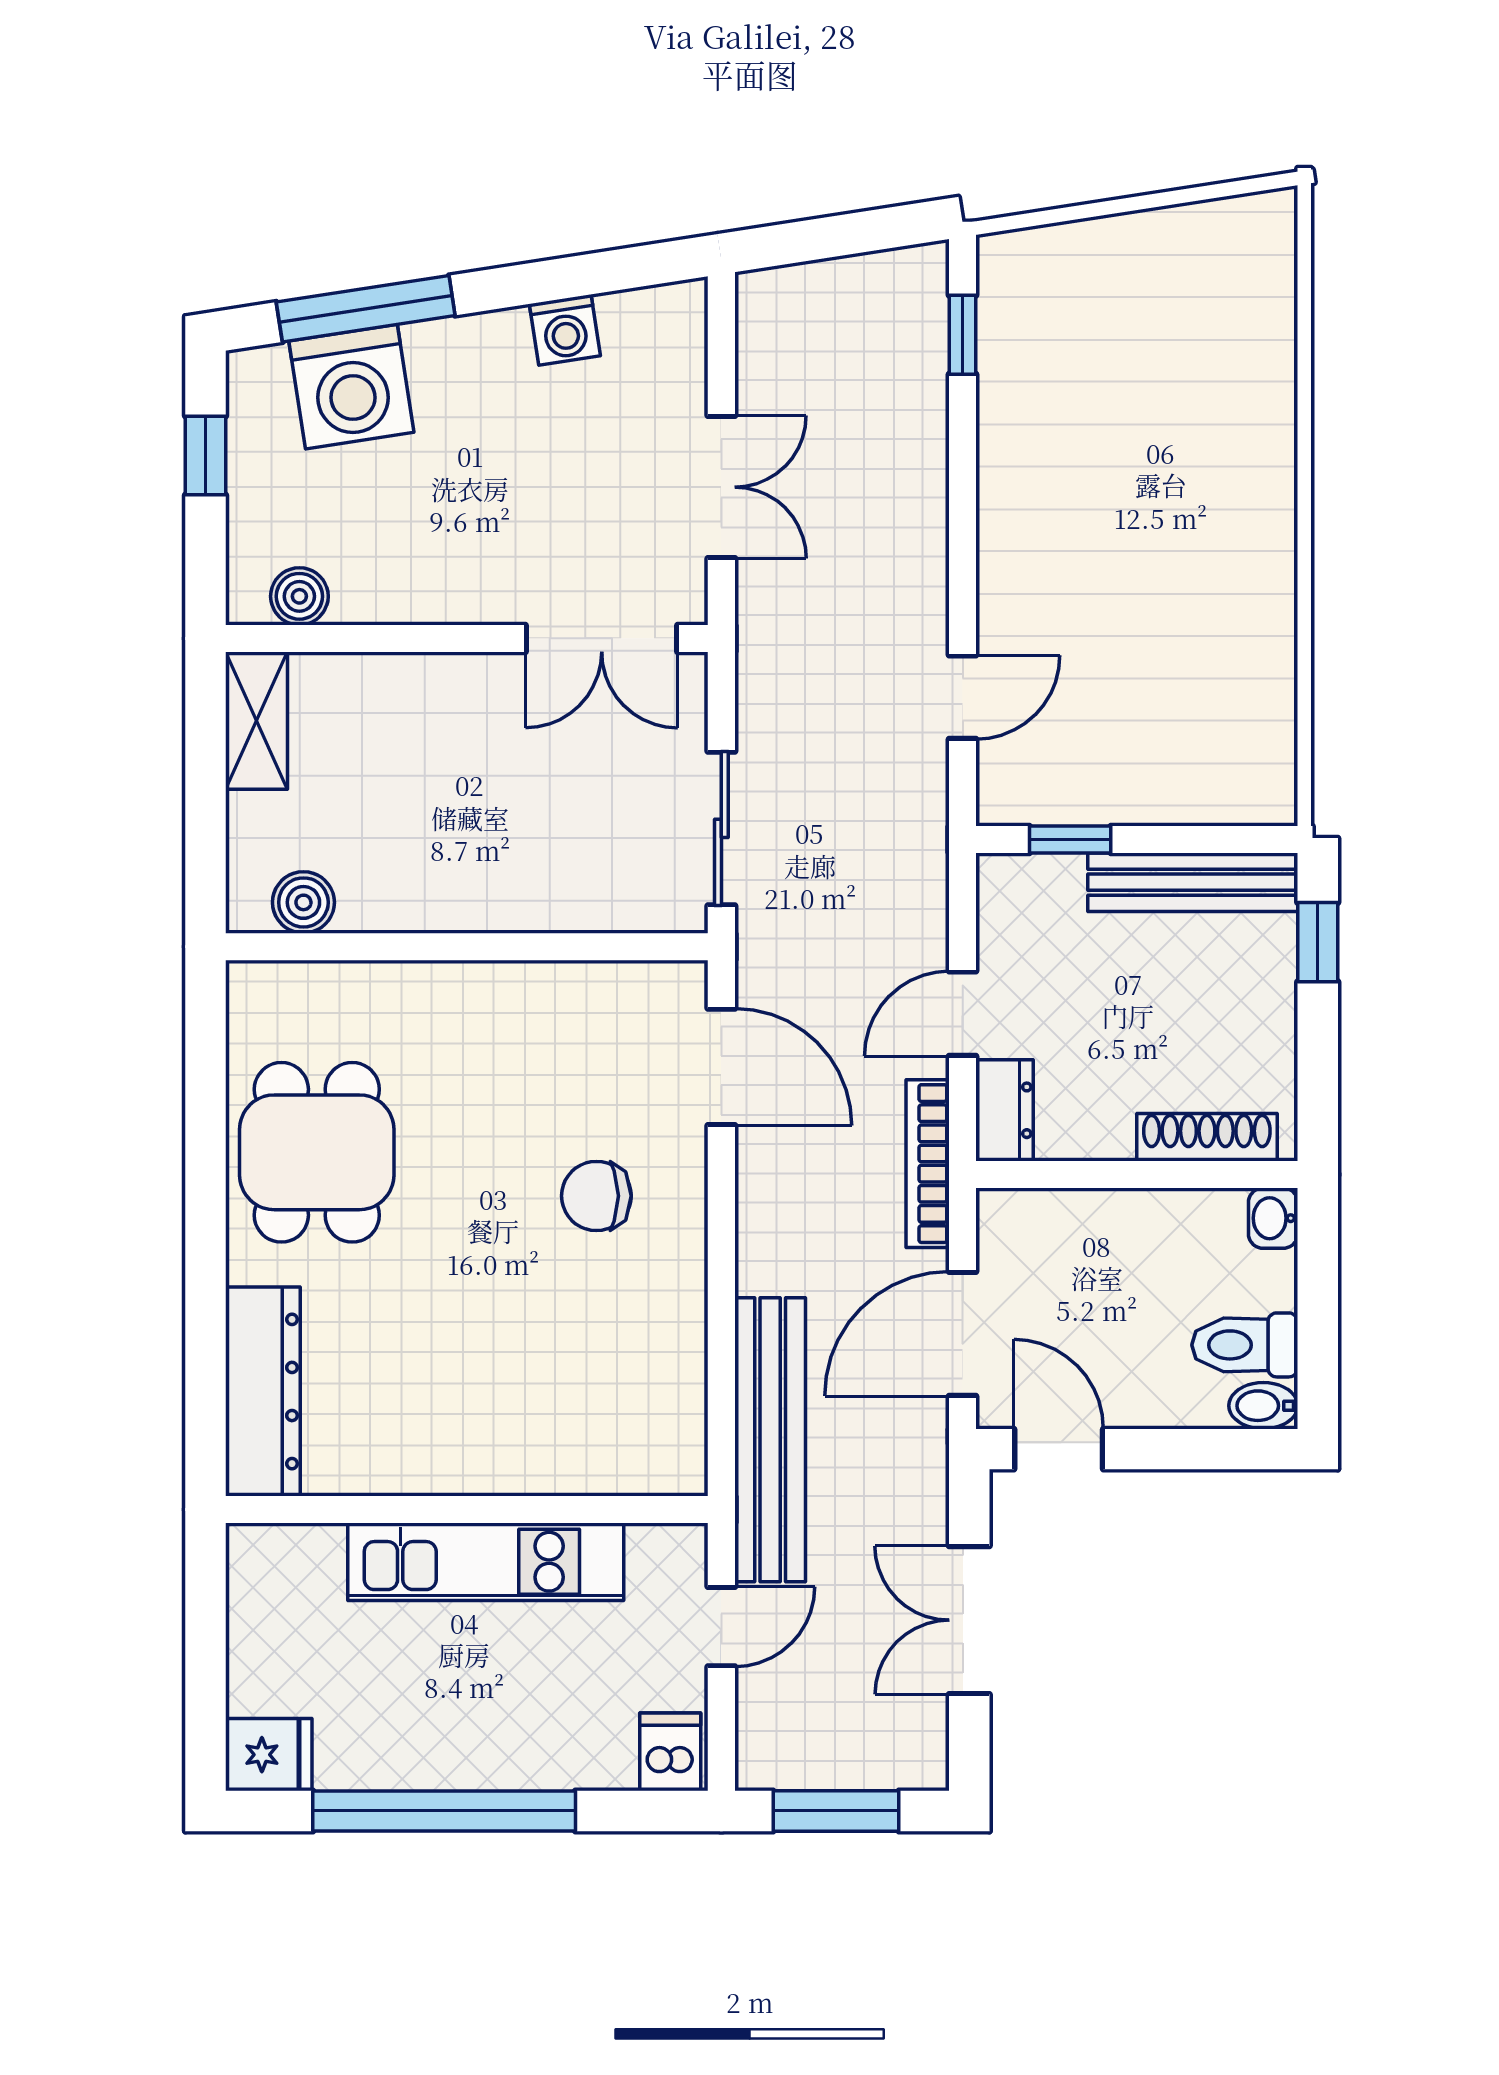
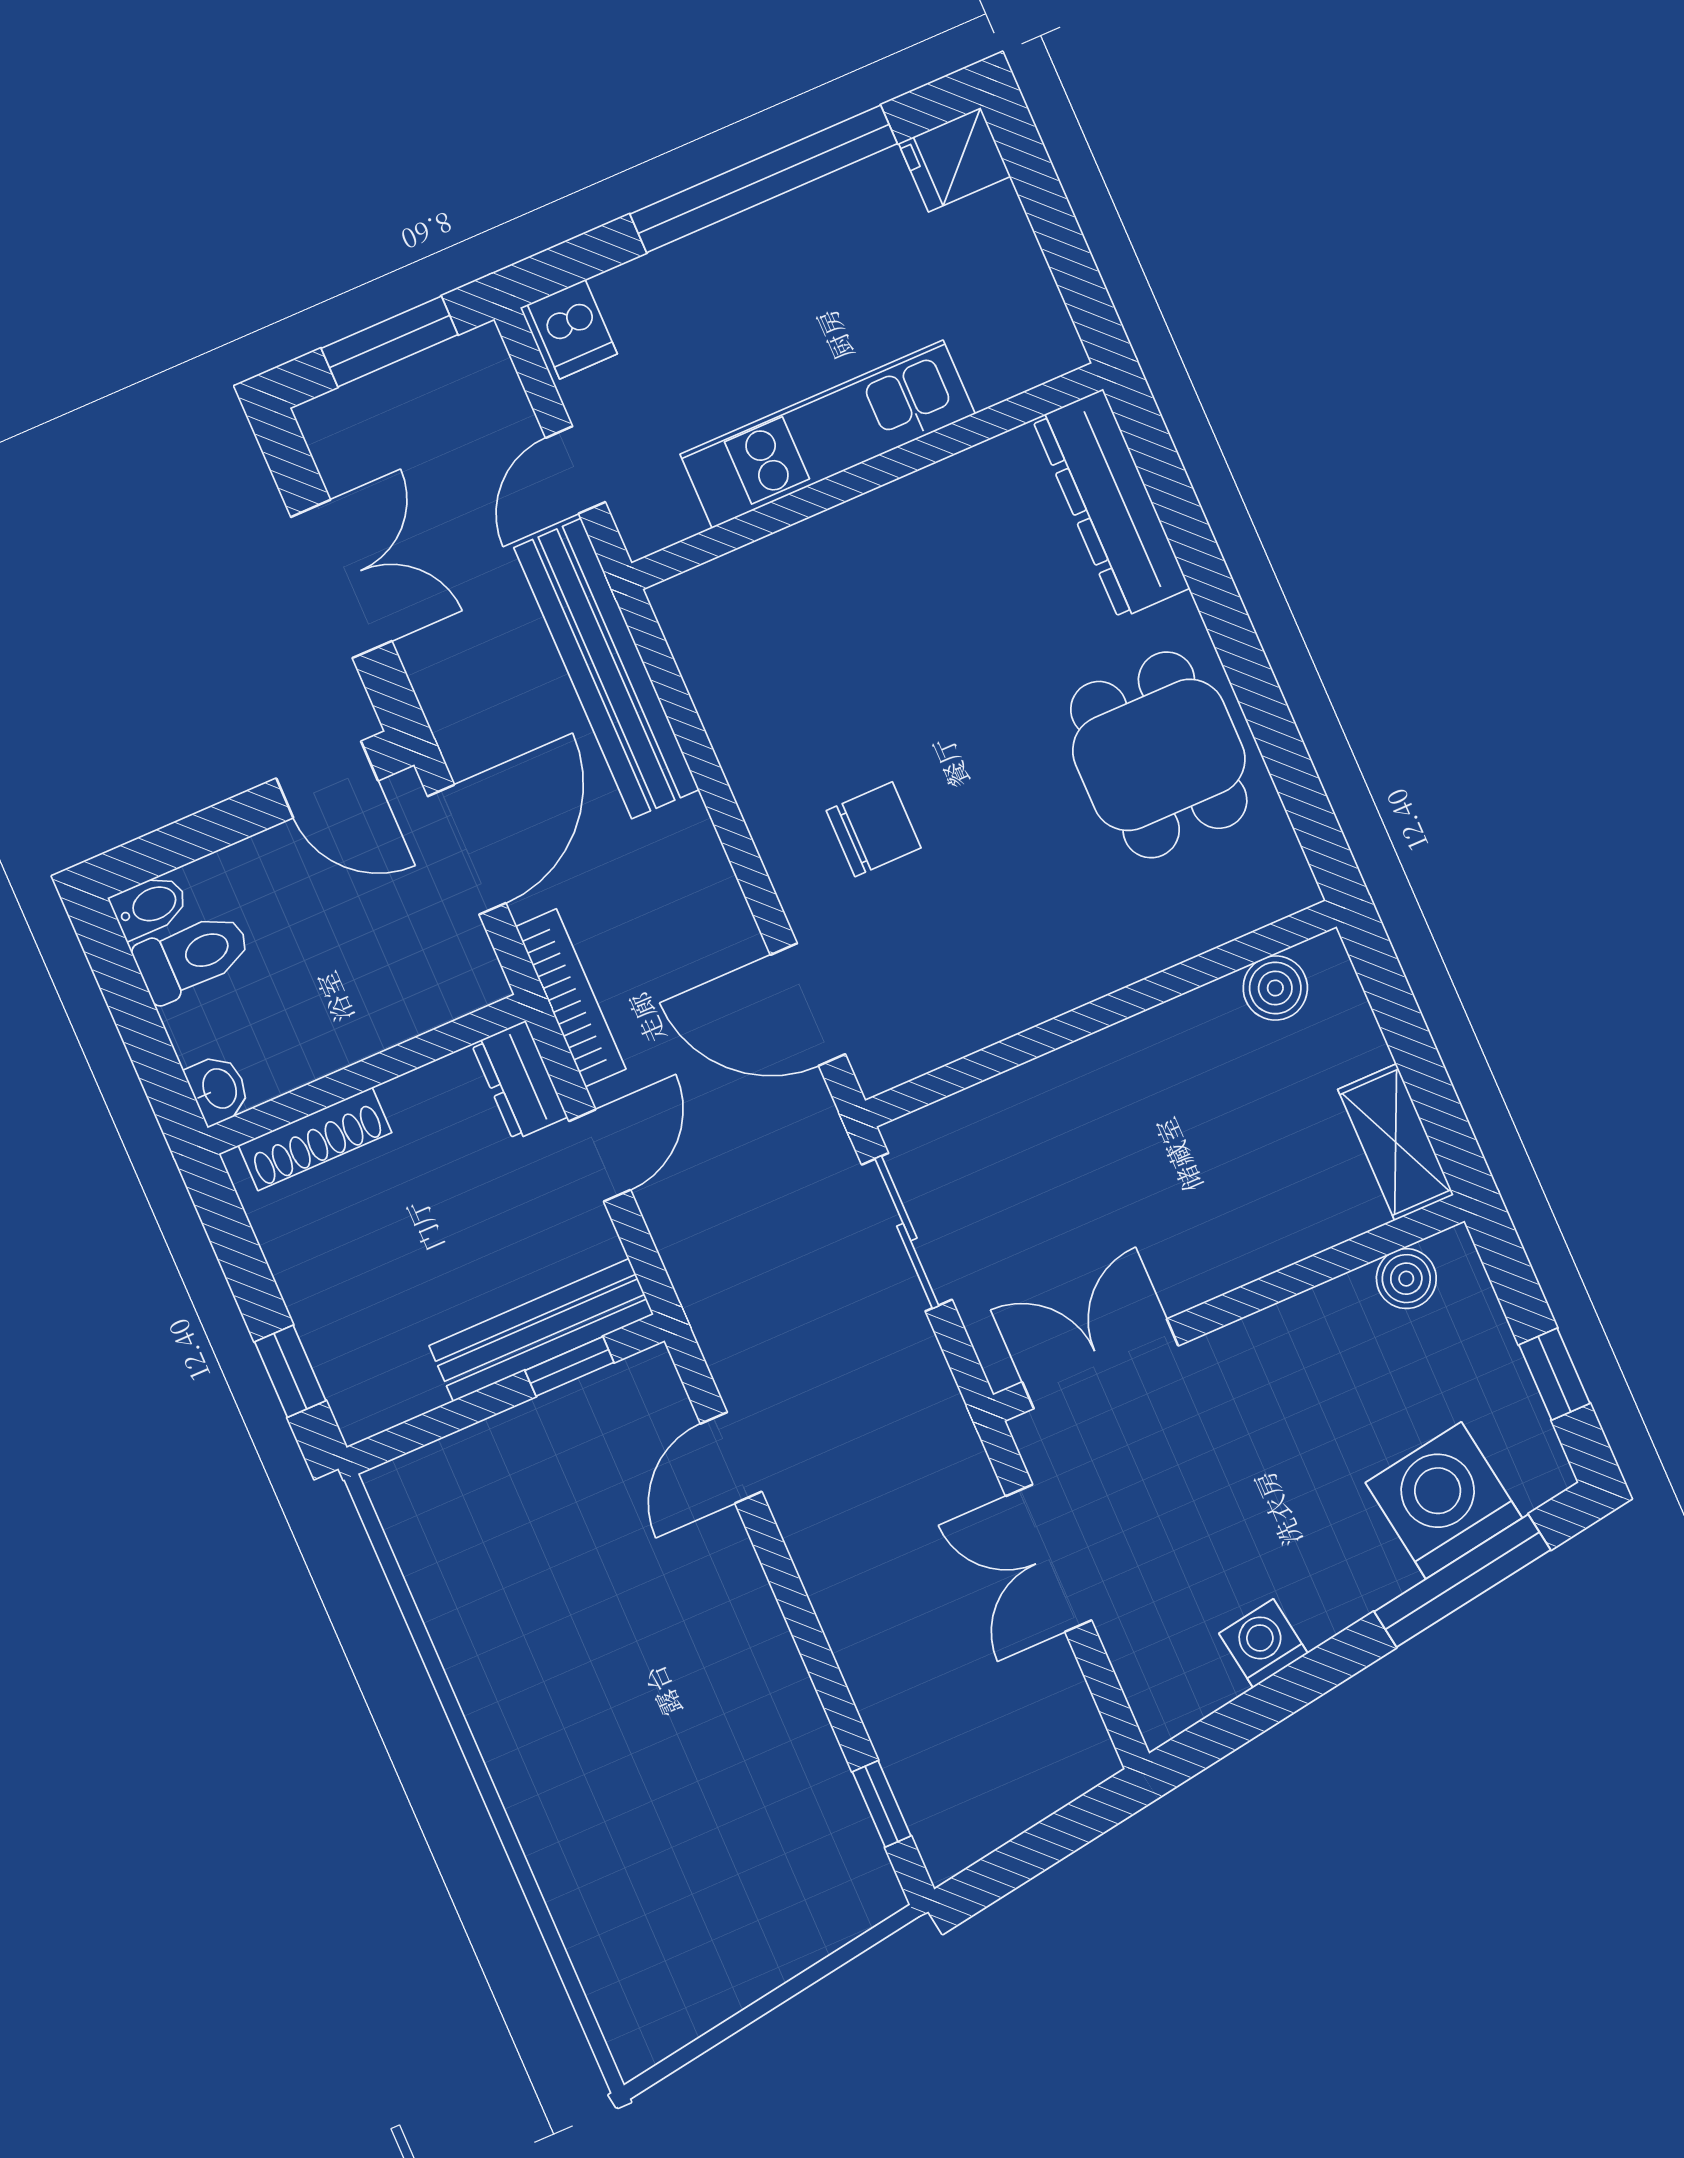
bench: (1193, 882) -> (541, 1330), moved

